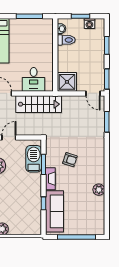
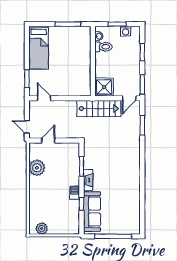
desk: (34, 79) -> (72, 85), removed
door: (93, 93) -> (129, 98), hinge flipped
stairs: (39, 104) -> (99, 109), moved
barbecue: (34, 159) -> (75, 193), moved, width x0.53, depth x0.65
armchair: (70, 160) -> (107, 162), removed
plant: (99, 190) -> (135, 191), removed

